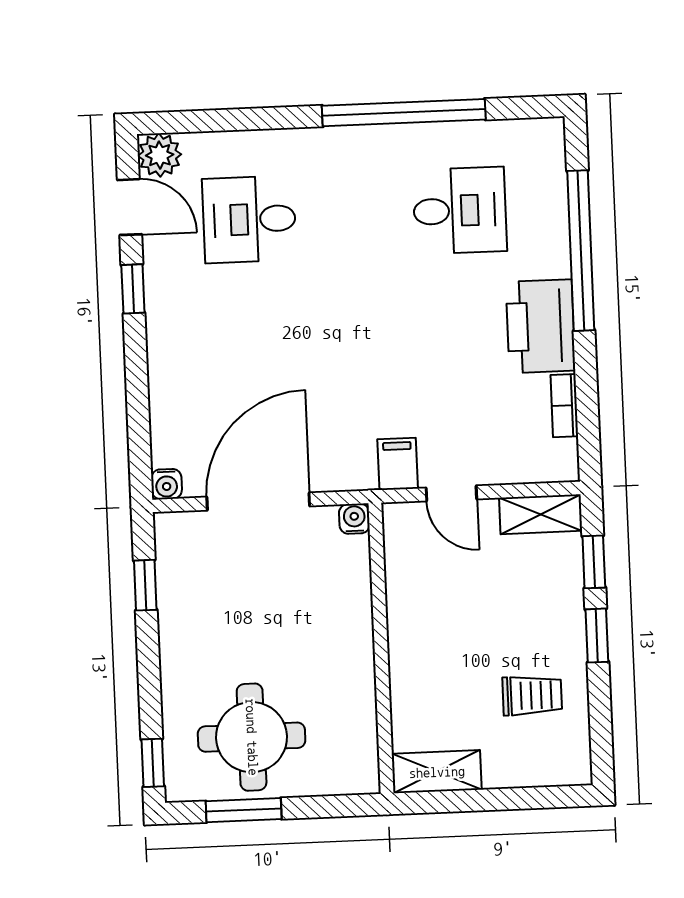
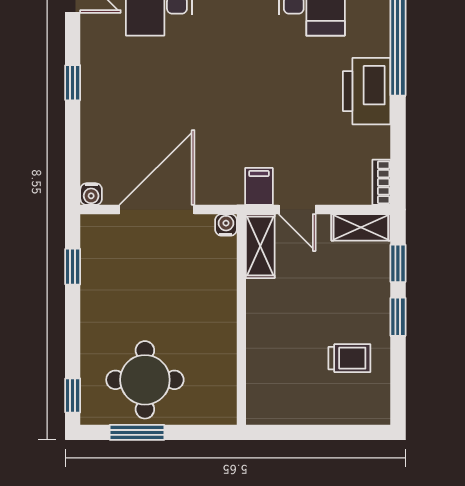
window: (133, 289) -> (73, 83), moved
bookcase: (564, 406) -> (381, 182), moved
shelving: (437, 772) -> (260, 246), moved, turned 90

